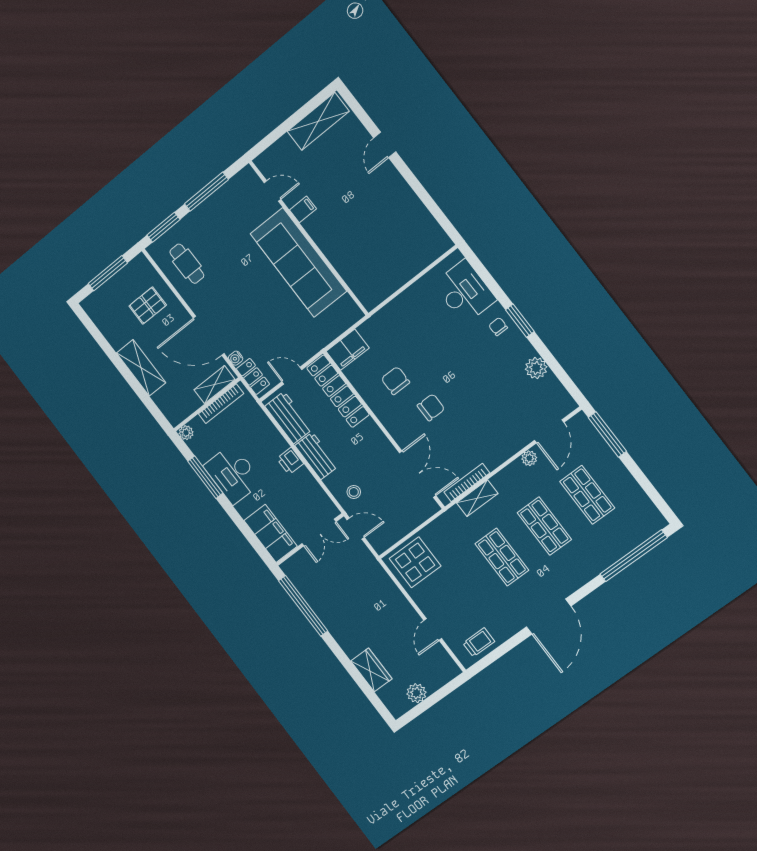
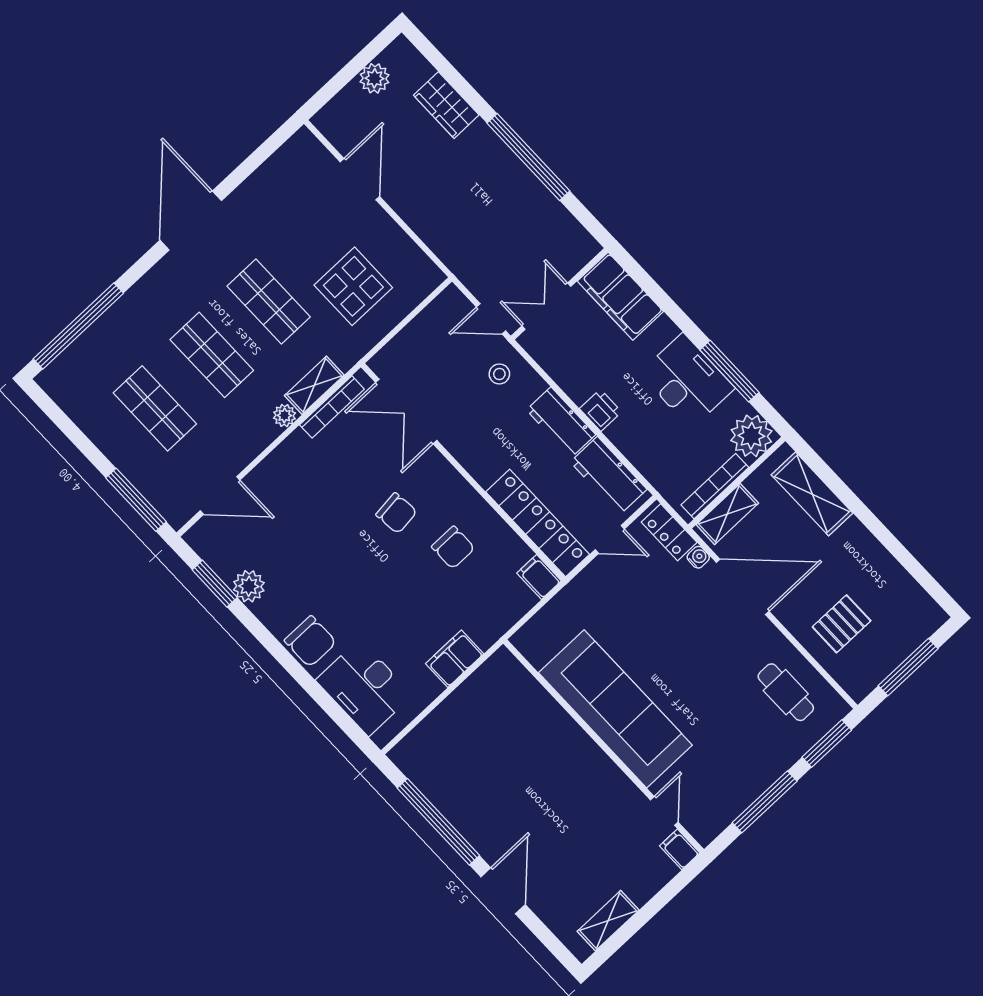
shelving: (318, 121) -> (608, 921), width x0.67, depth x0.75
door: (385, 145) -> (503, 891), width x1.38
door: (272, 191) -> (664, 811), swing flipped
window: (424, 196) -> (438, 822), added
filing cabinet: (303, 209) -> (680, 849), moved, turned 90
filing cabinet: (402, 306) -> (455, 659), added
window: (520, 321) -> (215, 584), moved
chair: (498, 327) -> (310, 641), width x1.87, depth x1.87
filing cabinet: (348, 350) -> (539, 577), width x0.50
shelving: (141, 368) -> (812, 494), moved
chair: (431, 407) -> (396, 513), turned -96
door: (549, 431) -> (220, 495), swing flipped
plant: (186, 433) -> (751, 436), width x1.87, depth x1.87
plant: (529, 458) -> (284, 415), moved
display table: (415, 562) -> (353, 286), moved
window: (303, 606) -> (528, 157), moved
door: (433, 630) -> (360, 179), width x1.38
trolley: (479, 642) -> (289, 168), removed

